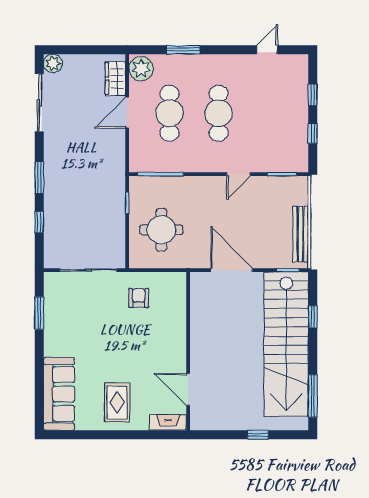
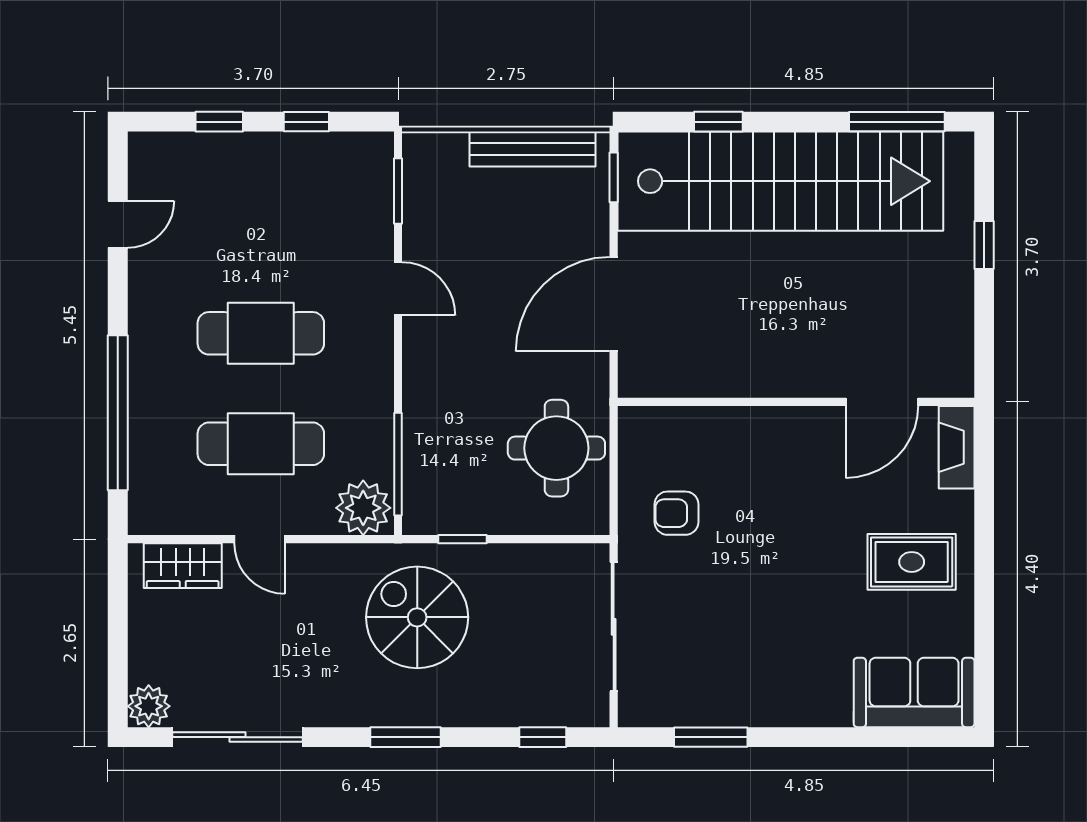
window: (183, 50) -> (118, 413), width x2.11
door: (267, 50) -> (118, 224), swing flipped
plant: (141, 69) -> (363, 508), moved
door: (127, 113) -> (260, 539), width x0.73
spiral stairs: (92, 183) -> (417, 617), added
window: (39, 222) -> (543, 737), moved
round table: (161, 230) -> (556, 448), moved
sofa: (59, 394) -> (914, 692), width x0.73

